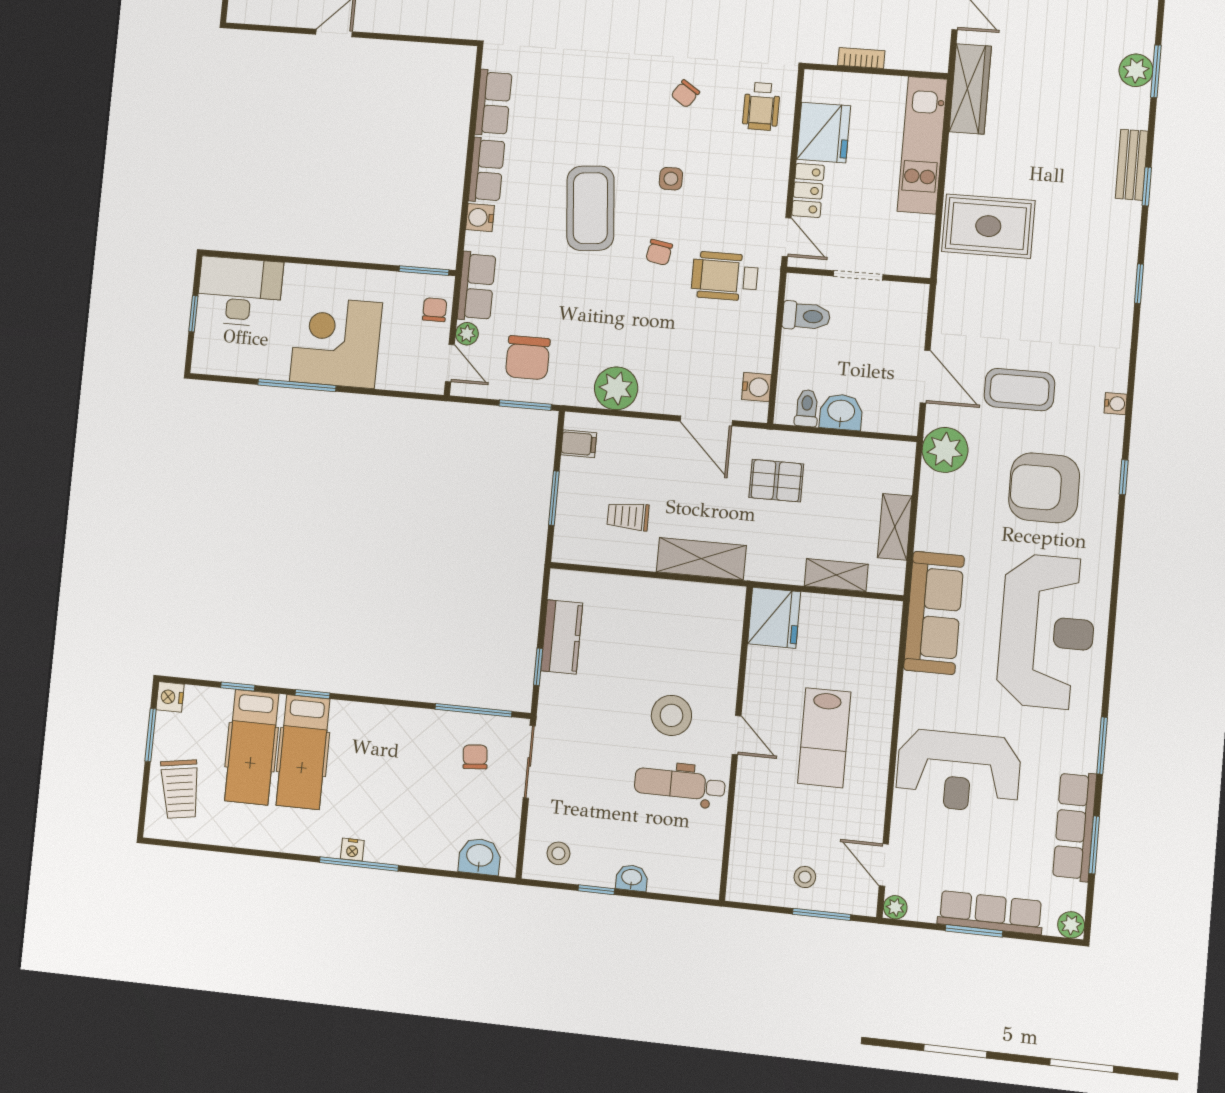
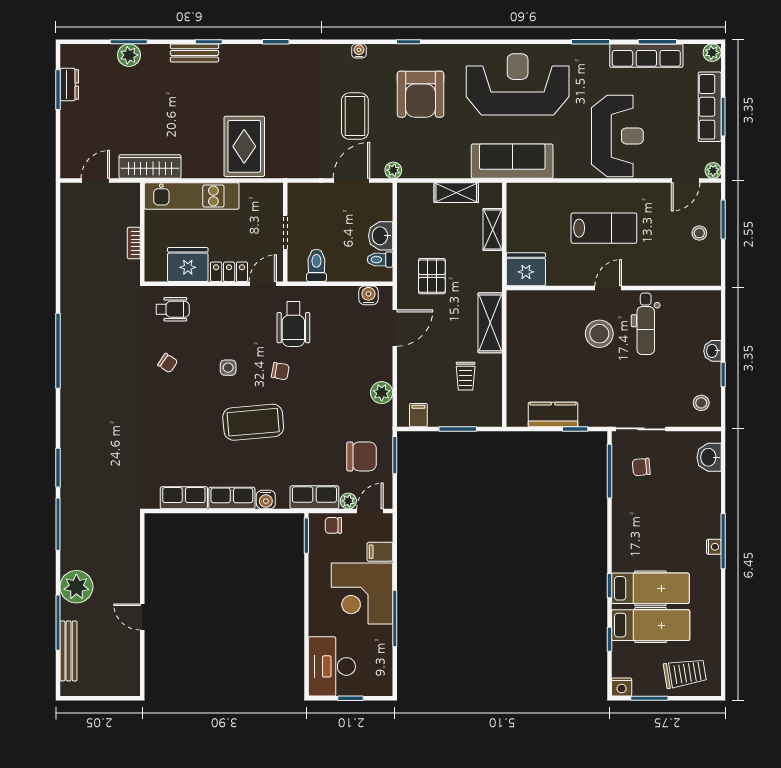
filing cabinet: (392, 372) -> (380, 552), added
plant: (616, 388) -> (382, 393), width x0.73, depth x0.73
plant: (945, 450) -> (393, 170), width x0.53, depth x0.53

